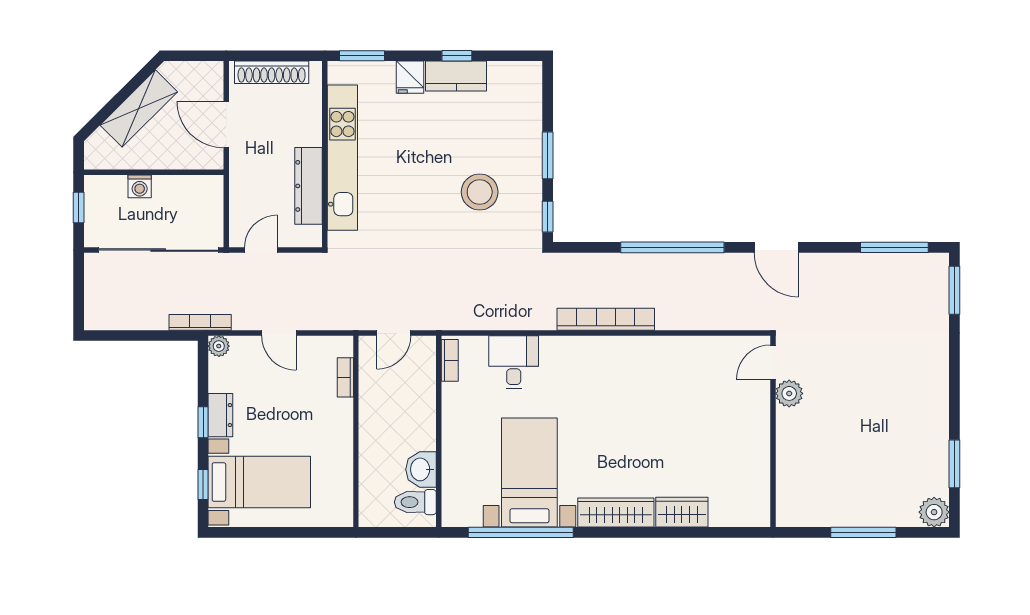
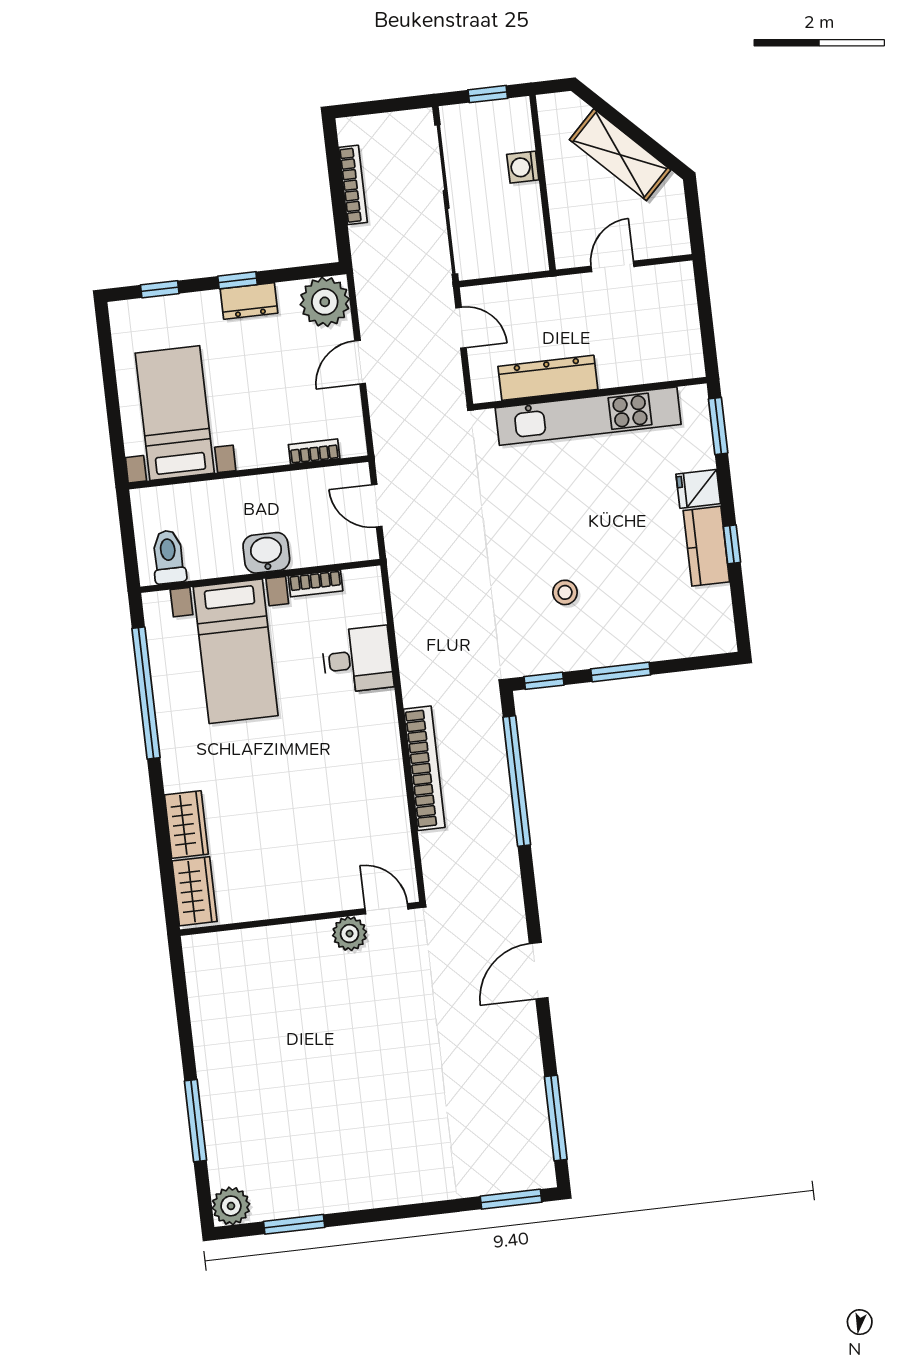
shoe rack: (272, 72) -> (684, 315), removed
door: (226, 125) -> (613, 266), width x0.73
stool: (480, 192) -> (565, 592), width x0.53, depth x0.53
window: (672, 247) -> (517, 781), moved
bookcase: (200, 322) -> (353, 185), moved
plant: (219, 346) -> (325, 302), width x1.88, depth x1.88
bookcase: (450, 360) -> (315, 583), moved
door: (773, 362) -> (386, 909), moved
plant: (789, 393) -> (350, 934), moved
wall: (773, 431) -> (300, 919), moved
washbasin: (421, 469) -> (266, 553), moved
bed with nightstands: (529, 473) -> (236, 651), moved, turned 90
bed with nightstands: (259, 482) -> (175, 413), moved, turned 180
wardrobe: (616, 513) -> (186, 825), width x0.67

